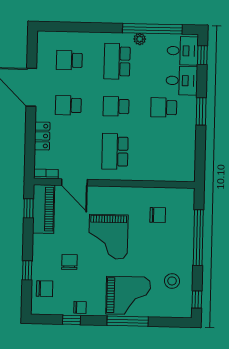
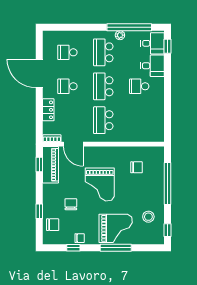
school desk: (116, 106) -> (103, 86), width x1.85
window: (201, 111) -> (167, 89), removed

